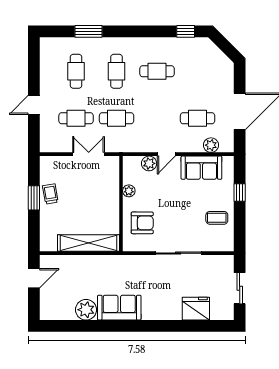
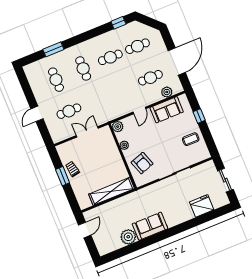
cafe table: (117, 118) -> (137, 46), moved
plant: (149, 163) -> (118, 127), moved
armchair: (142, 223) -> (142, 163), turned 71

